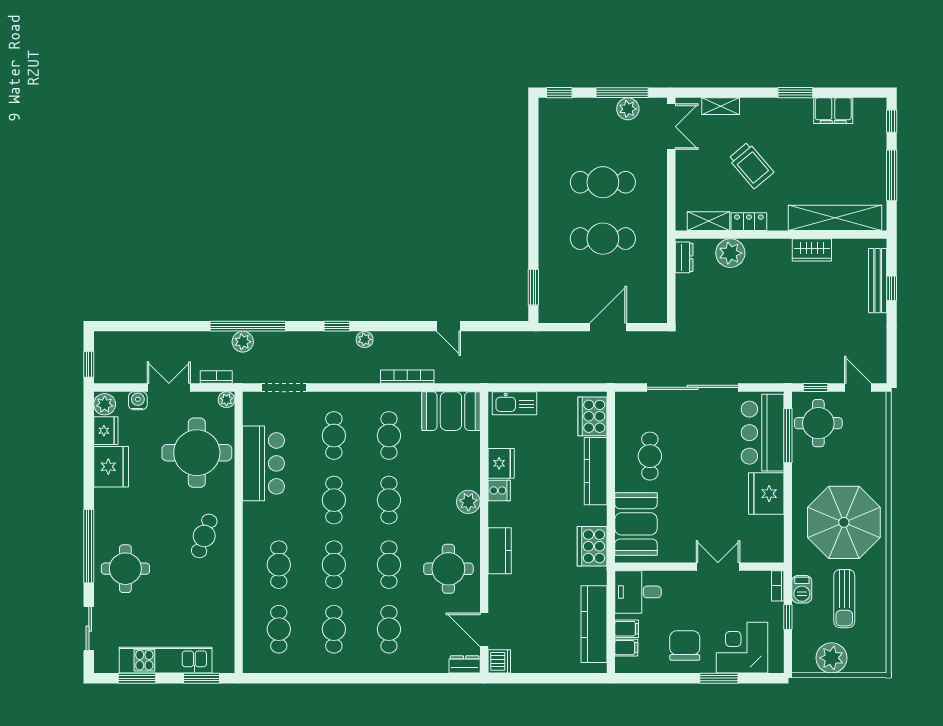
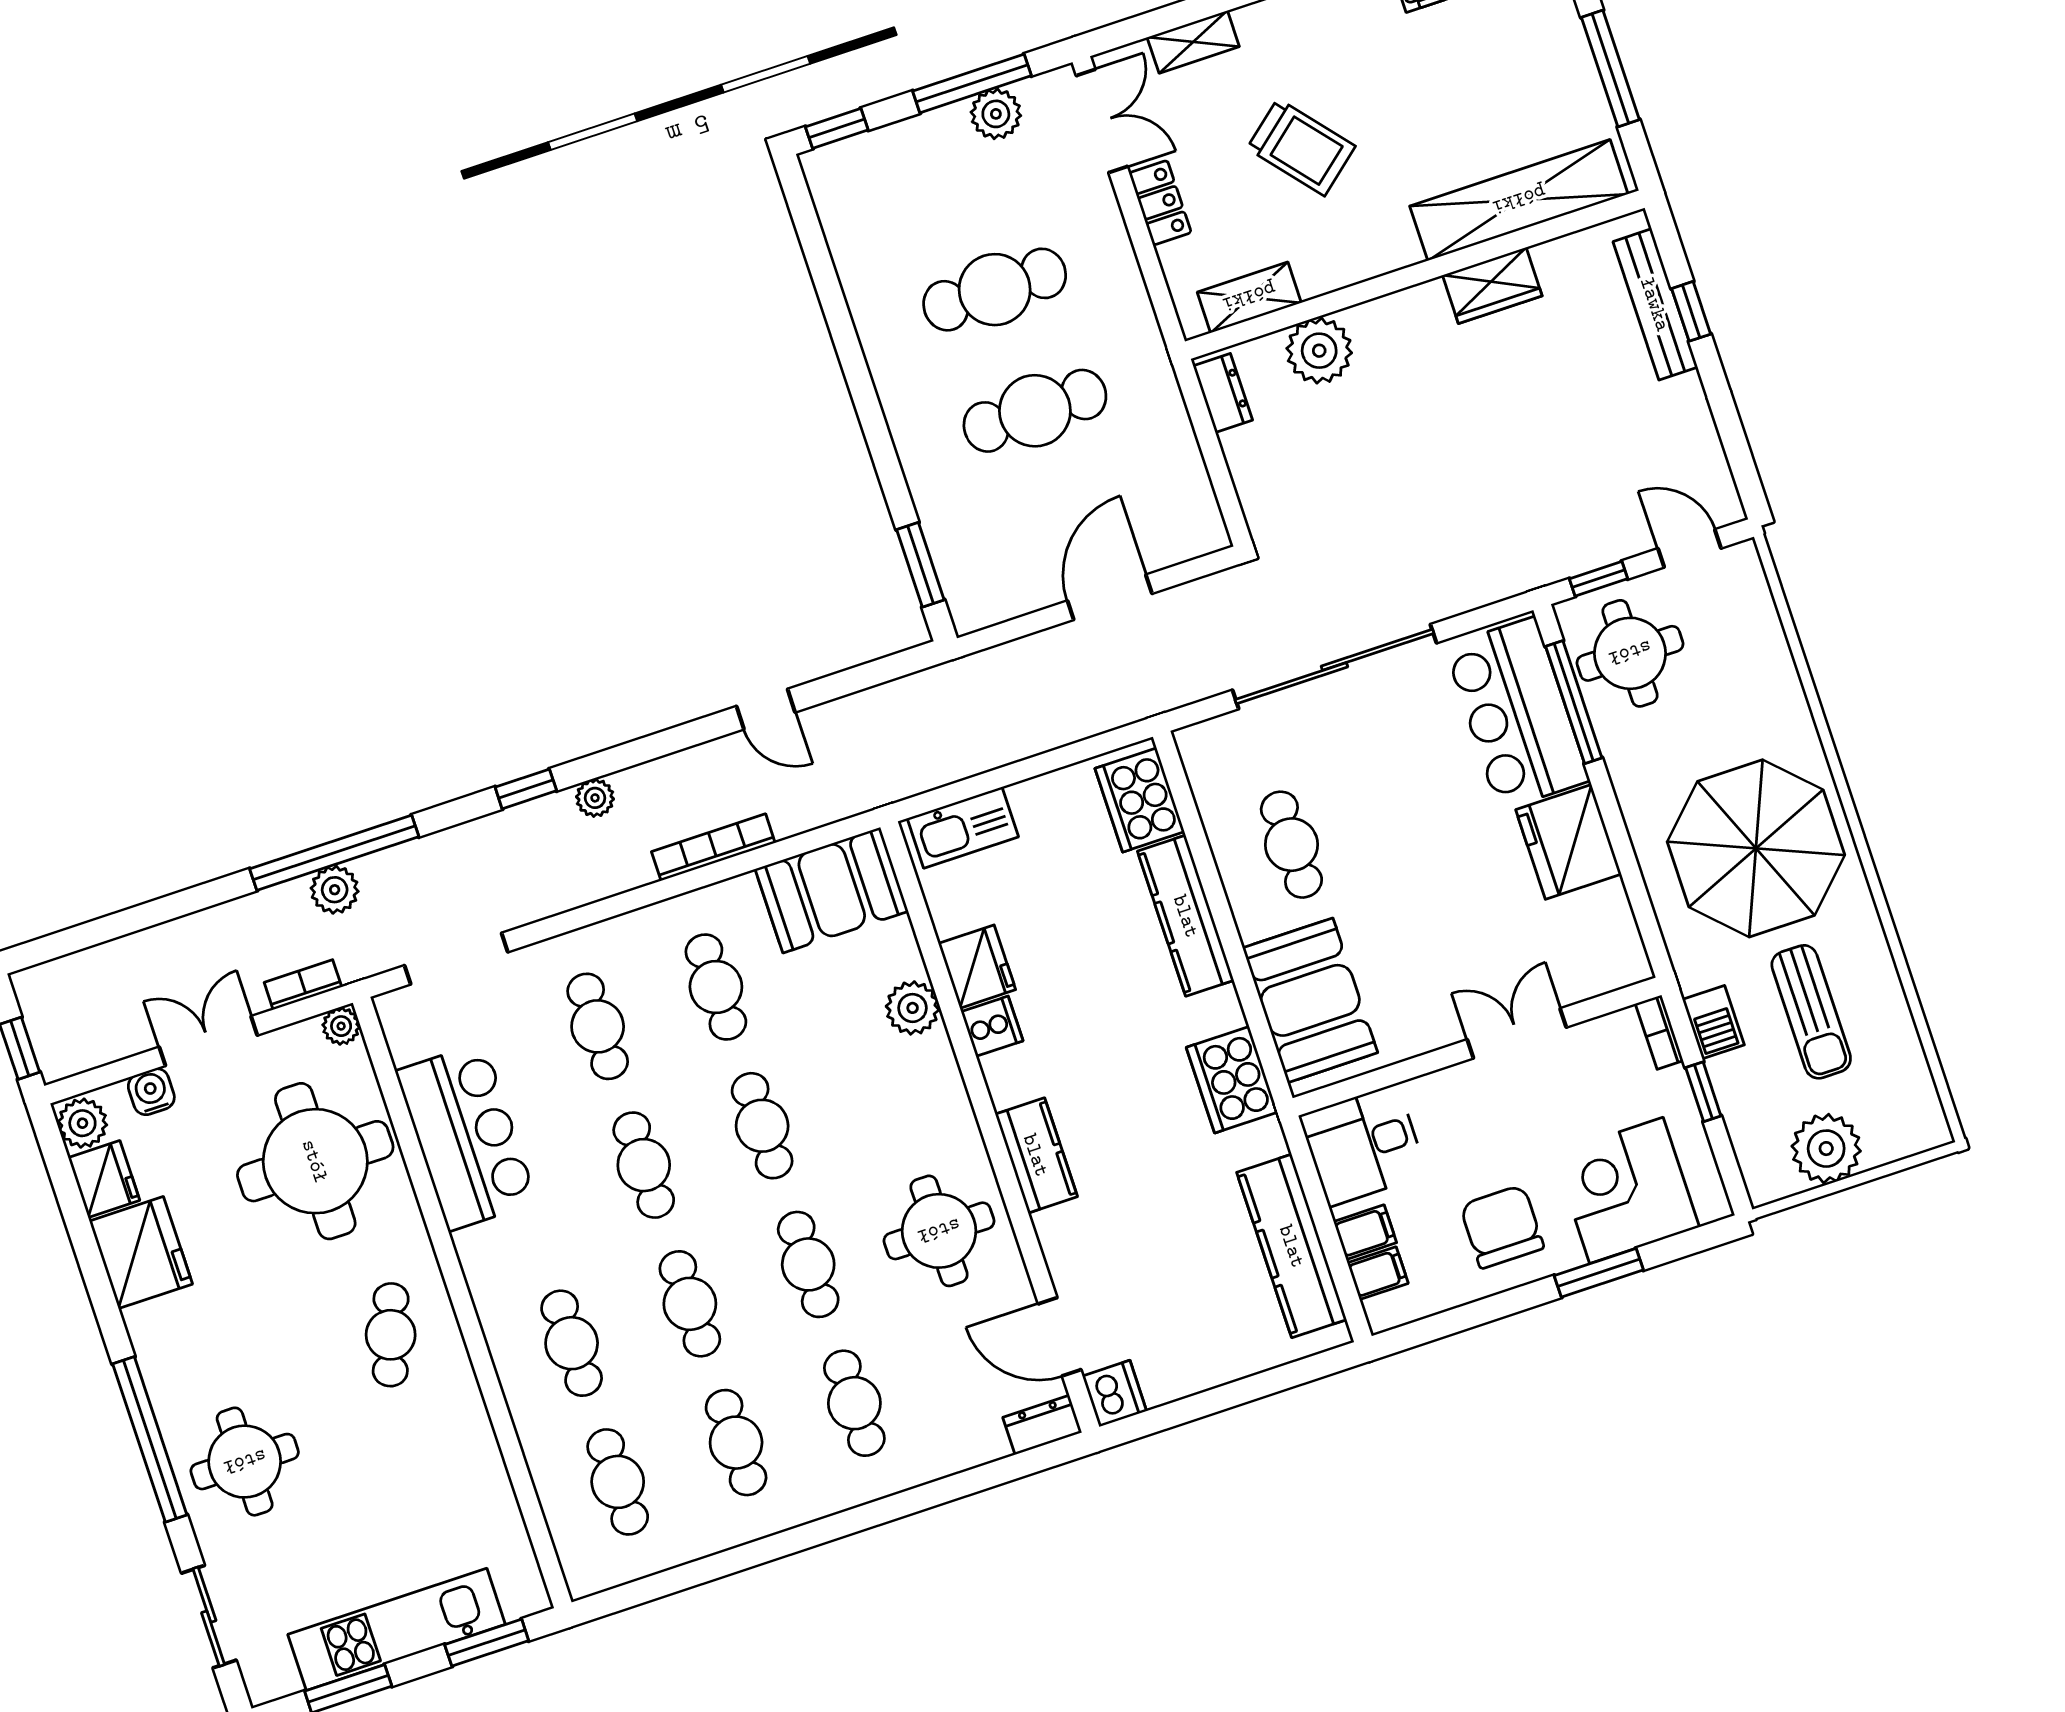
locker: (749, 222) -> (1160, 203), moved, turned 90
plant: (468, 502) -> (913, 1008), moved

